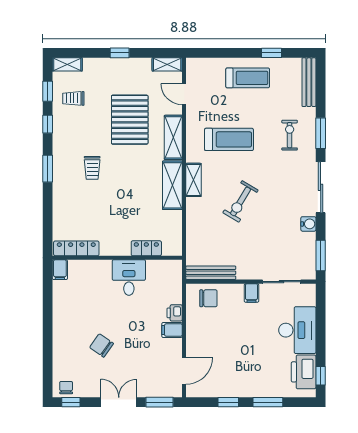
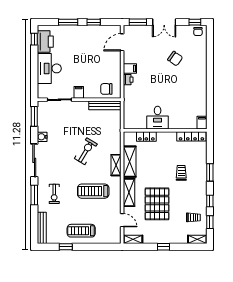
locker: (76, 248) -> (191, 136), moved
locker: (146, 248) -> (146, 136), moved
wall: (117, 258) -> (165, 130), moved
filing cabinet: (60, 270) -> (202, 123), moved
desk: (129, 278) -> (158, 118), moved

